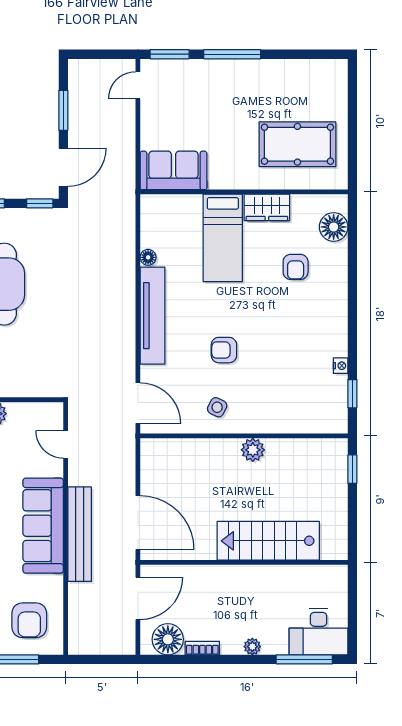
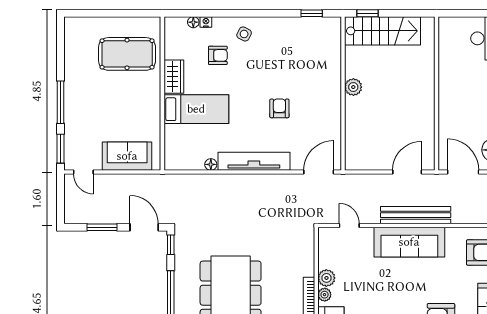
pool table: (297, 144) -> (127, 54), turned 90
sofa: (173, 170) -> (127, 156), moved, turned 90
floor lamp: (334, 227) -> (193, 22), width x0.53, depth x0.53
armchair: (224, 350) -> (279, 108), turned 180
nightstand: (341, 366) -> (206, 22), moved
side table: (217, 407) -> (244, 34), moved
door: (66, 444) -> (349, 226), swing flipped
door: (138, 523) -> (407, 172), width x0.73
stairs: (268, 541) -> (382, 31), moved, turned -90

